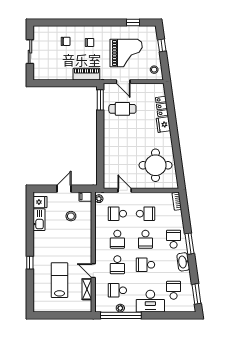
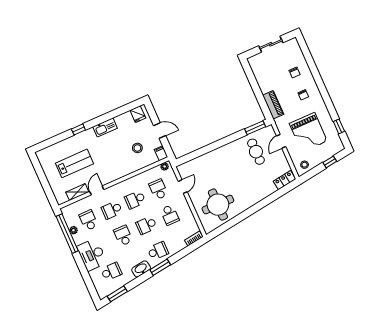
locker: (162, 106) -> (284, 180), moved
fridge: (163, 125) -> (258, 195), removed
kitchen sink: (39, 220) -> (105, 127), moved

